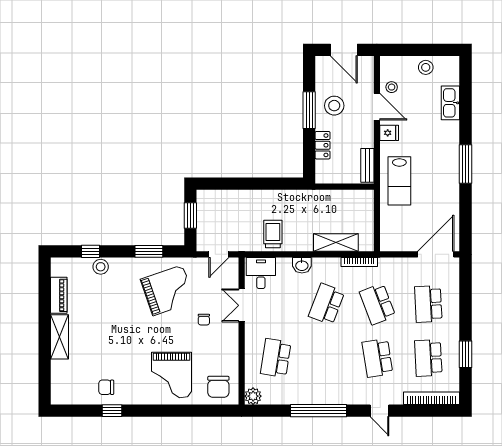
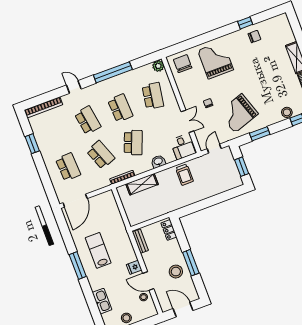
locker: (323, 145) -> (169, 230), moved
lab bench: (399, 181) -> (98, 250), moved
school desk: (428, 358) -> (120, 108), moved

